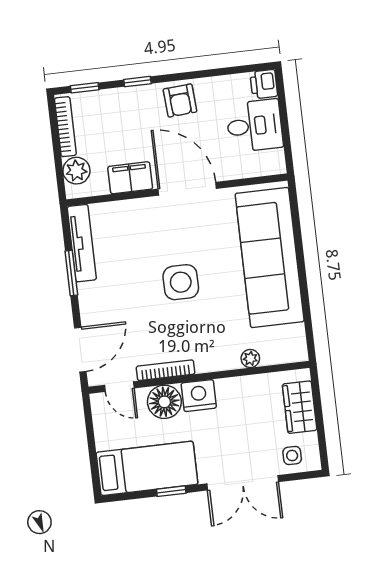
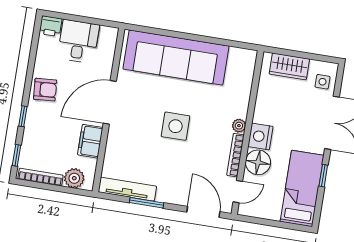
plant: (250, 358) -> (239, 126), moved

